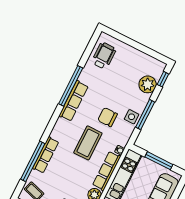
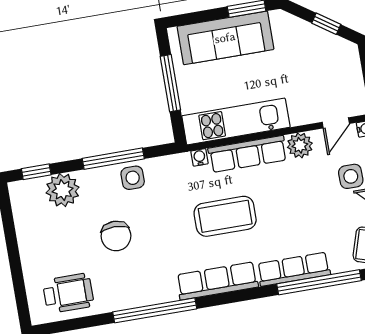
wheelchair: (104, 56) -> (68, 293), turned 180
row of seats: (74, 101) -> (217, 281), moved
chair: (108, 117) -> (116, 236), moved

